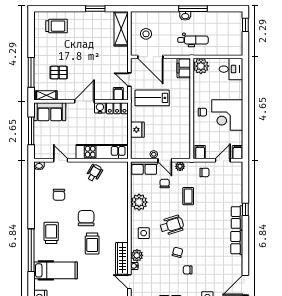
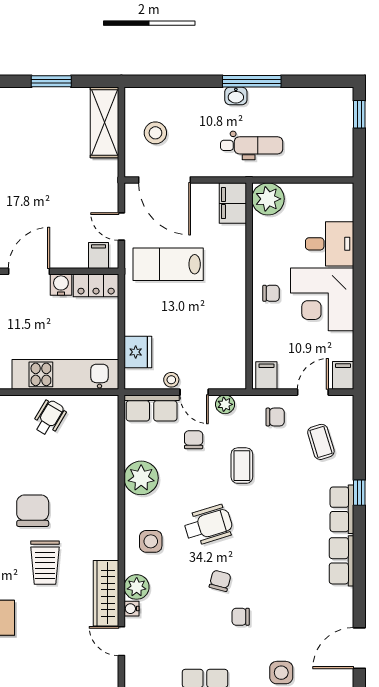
desk: (231, 69) -> (330, 244), moved
fridge: (137, 130) -> (138, 352), moved
coffee table: (227, 185) -> (321, 442), added

